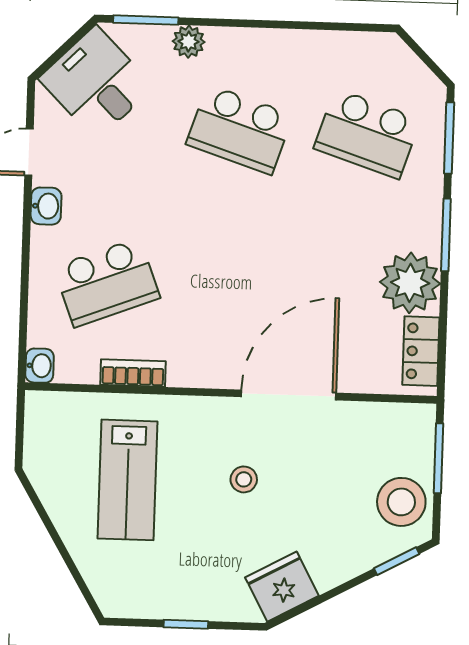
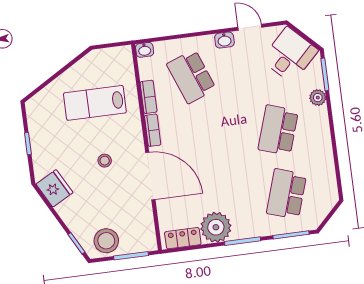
bookcase: (200, 376) -> (153, 130), added

